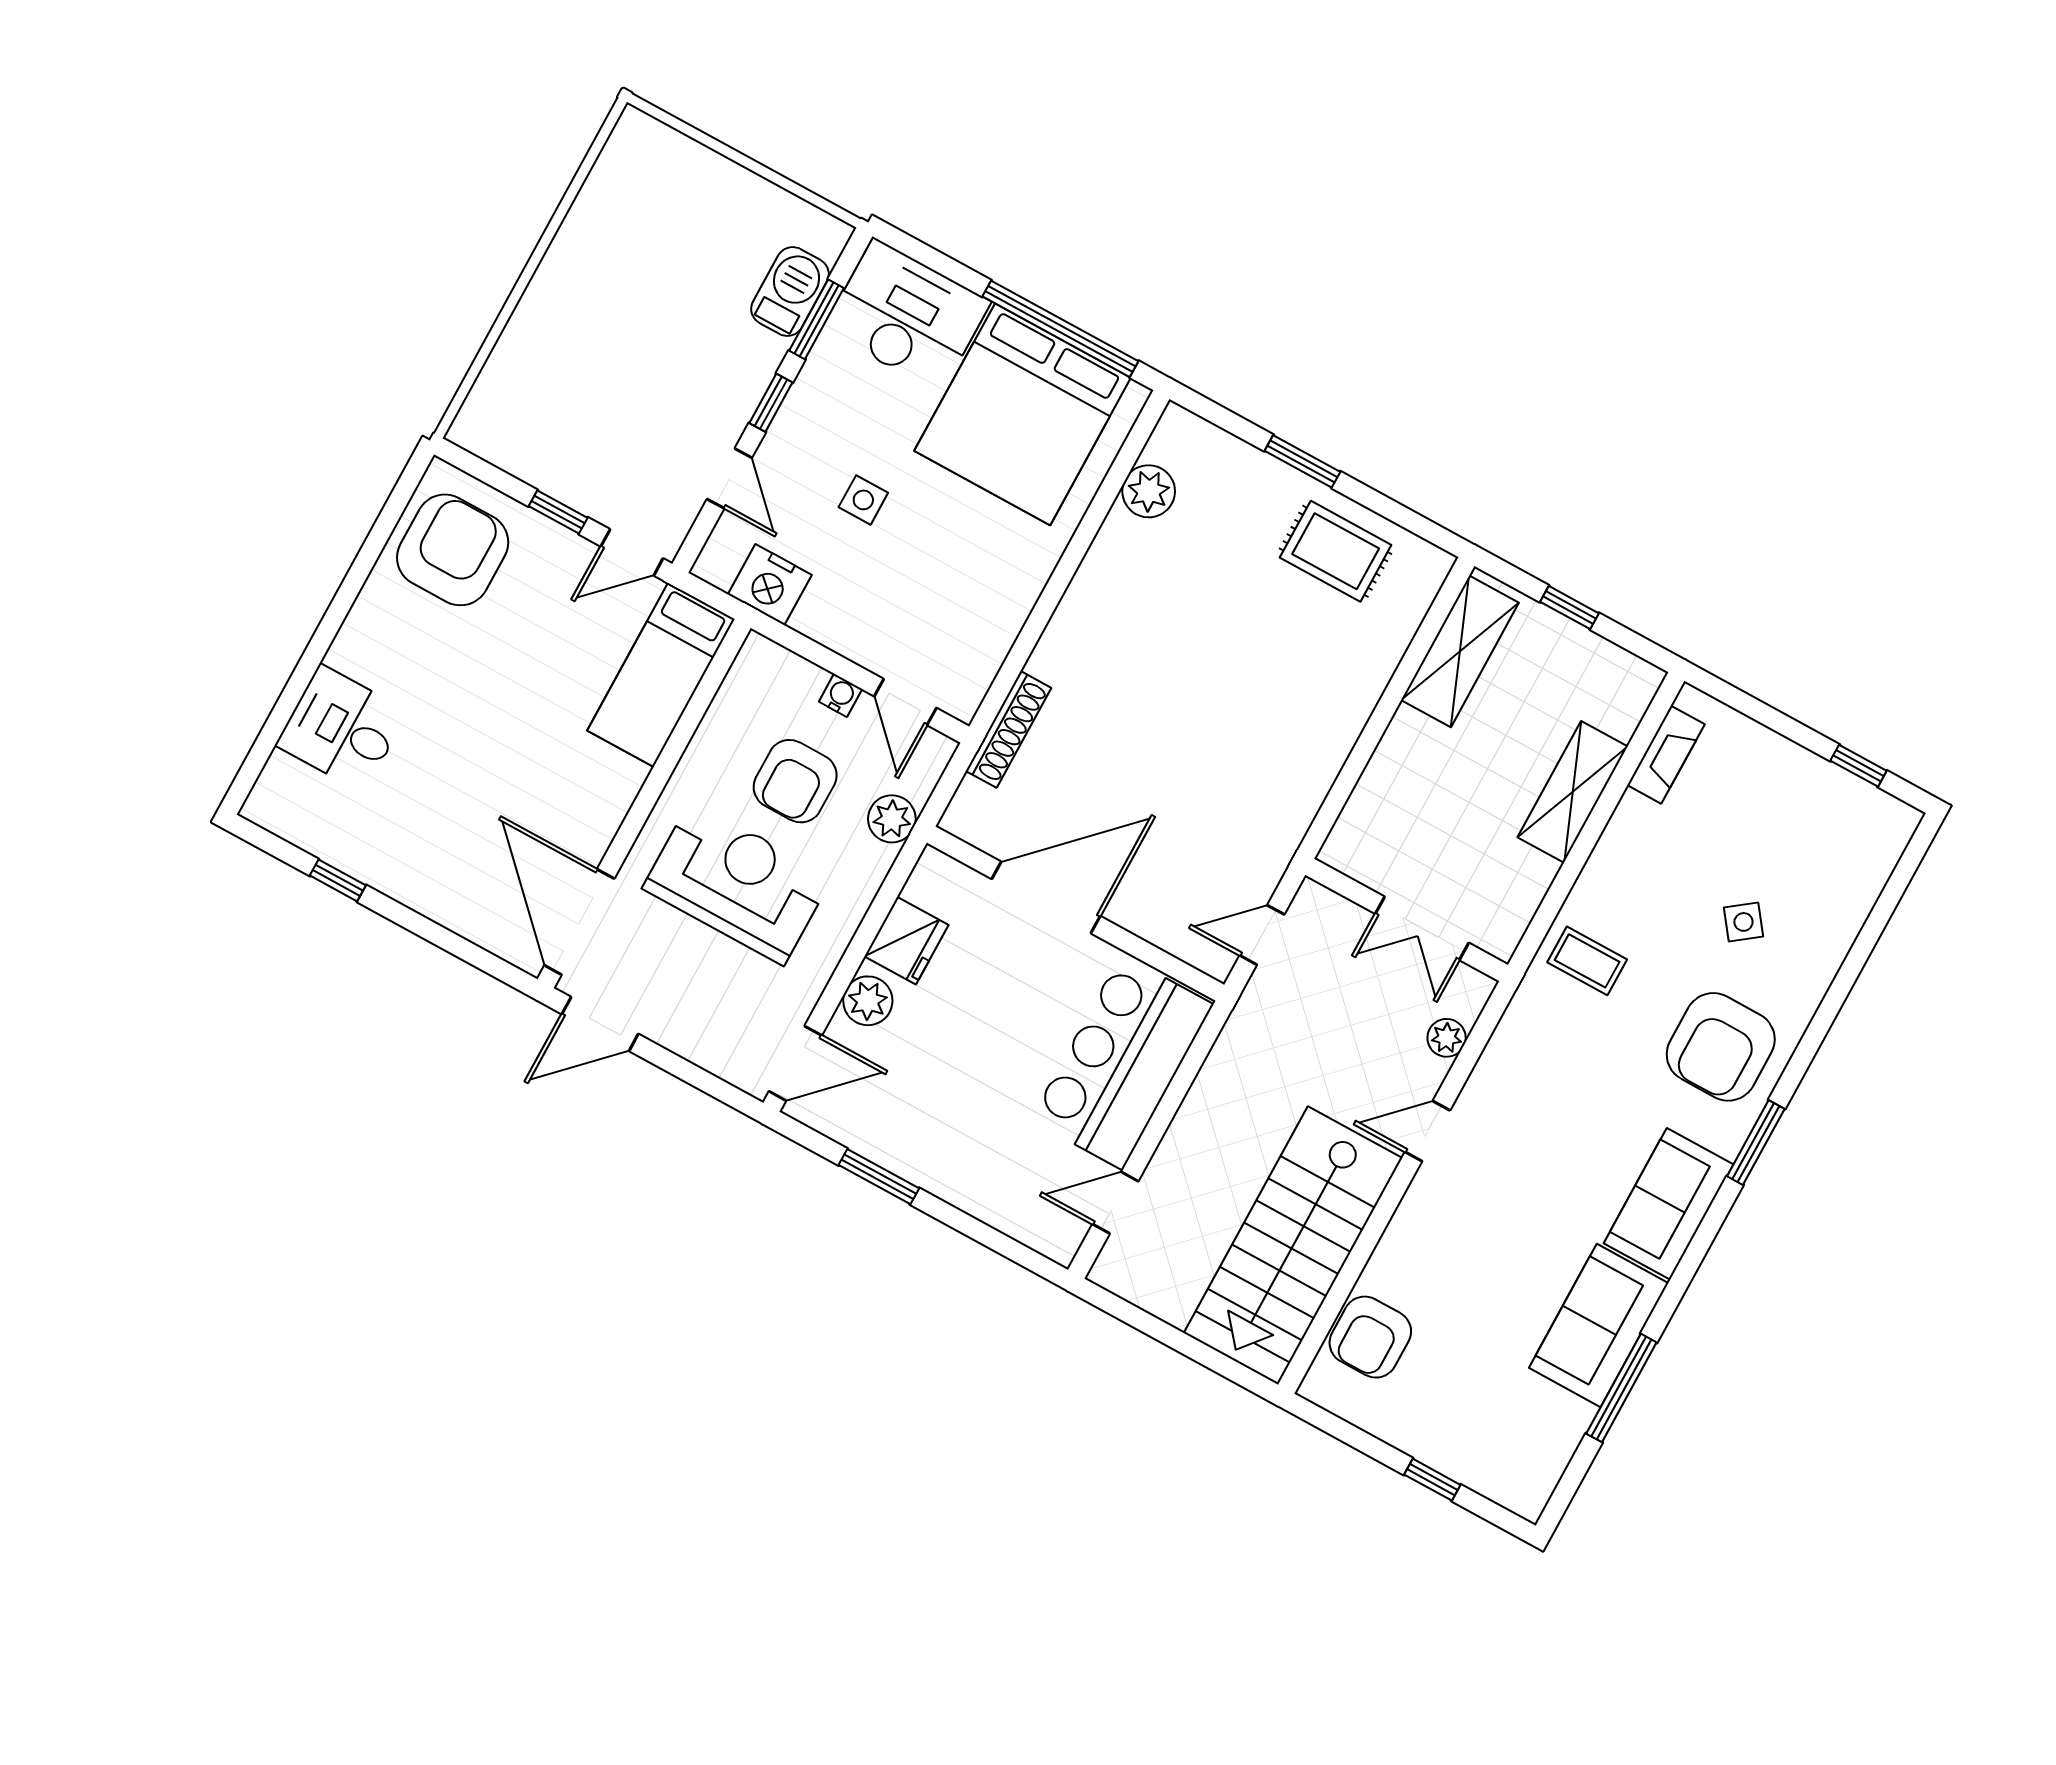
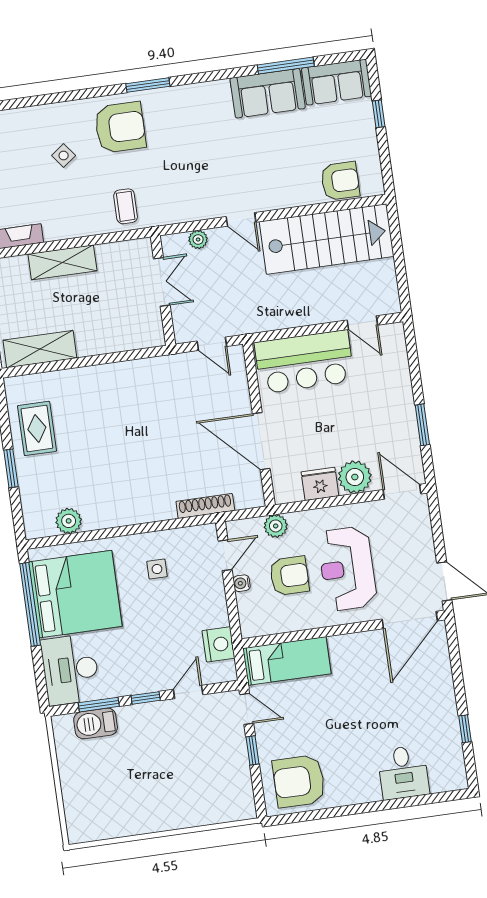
side table: (863, 500) -> (157, 569), moved
plant: (868, 1001) -> (355, 477), width x1.36, depth x1.36
sofa: (1669, 1204) -> (337, 82), moved

